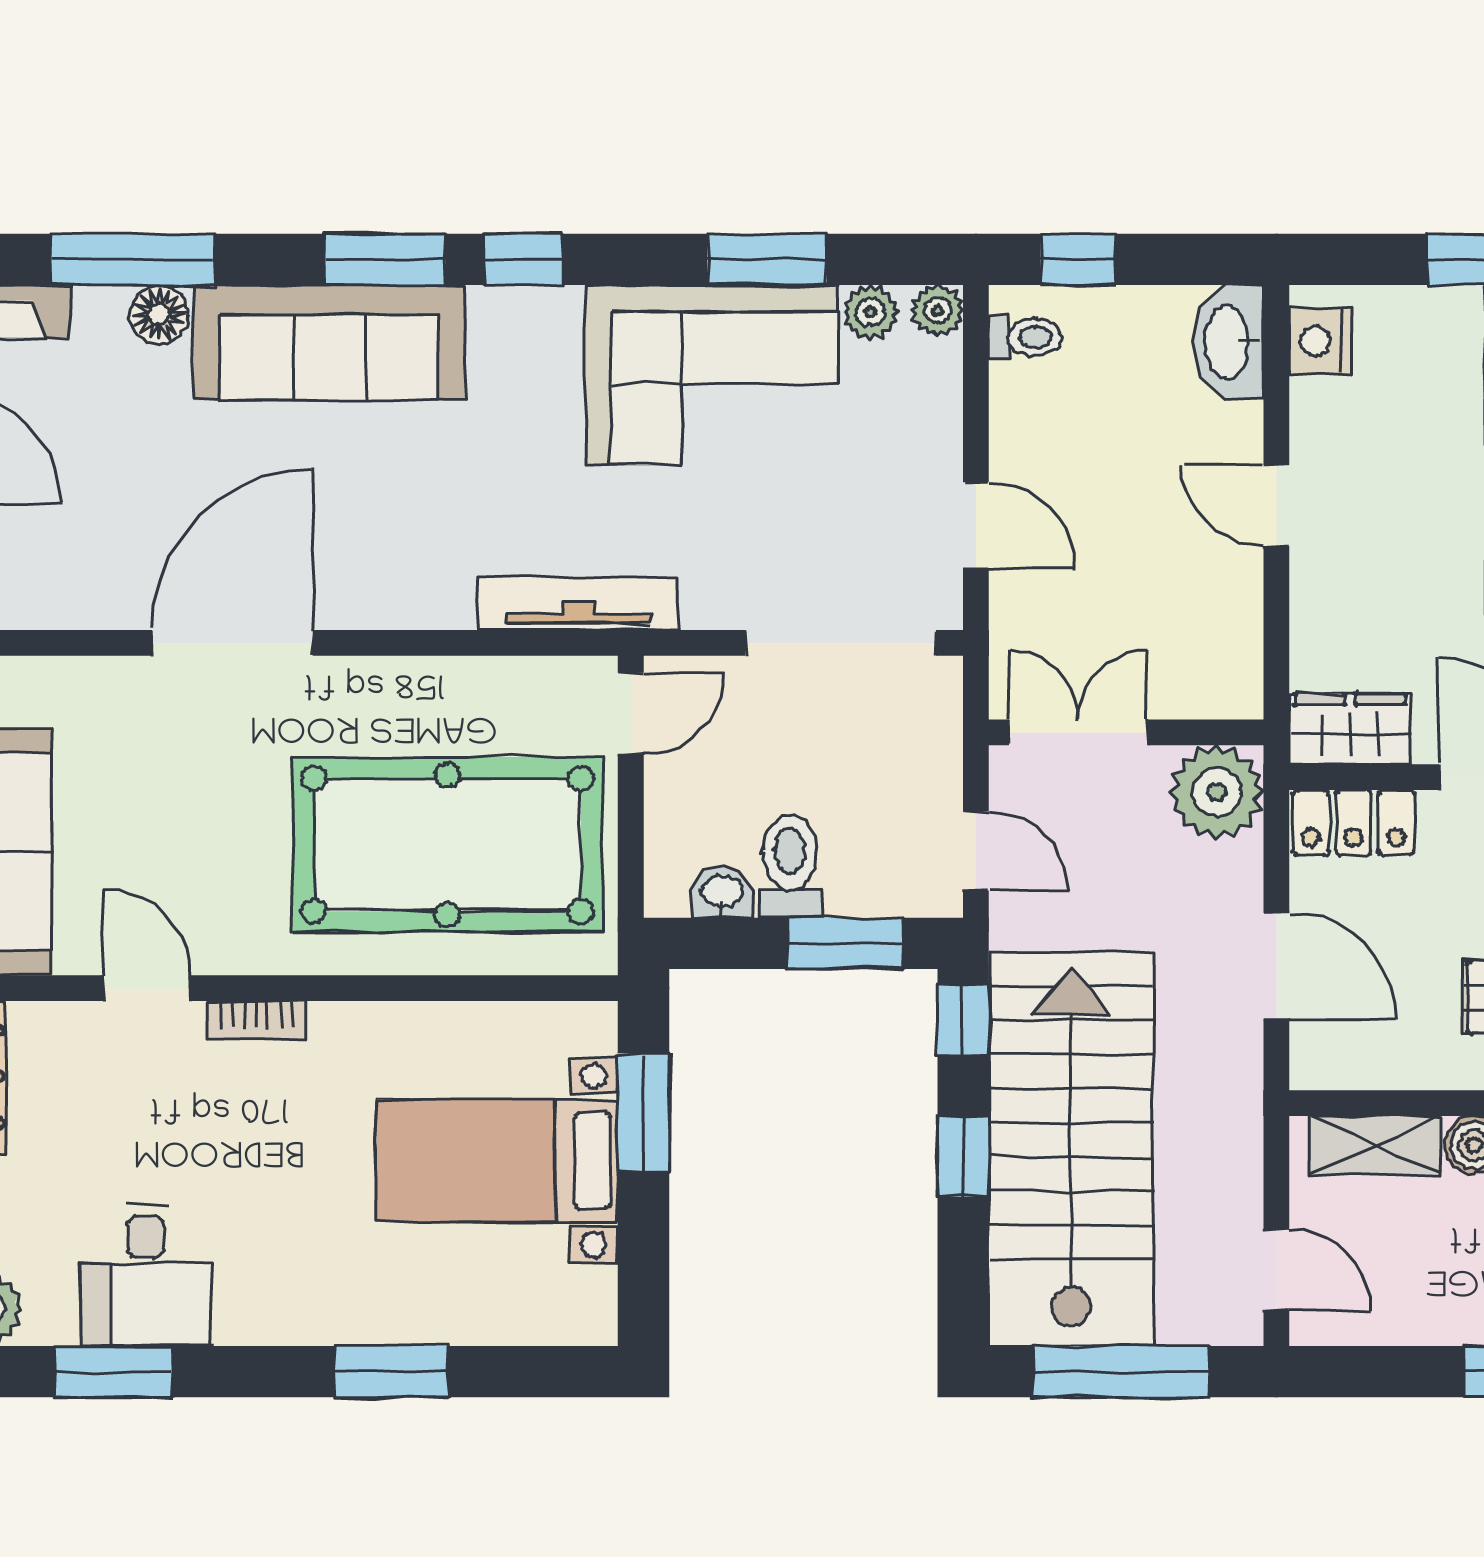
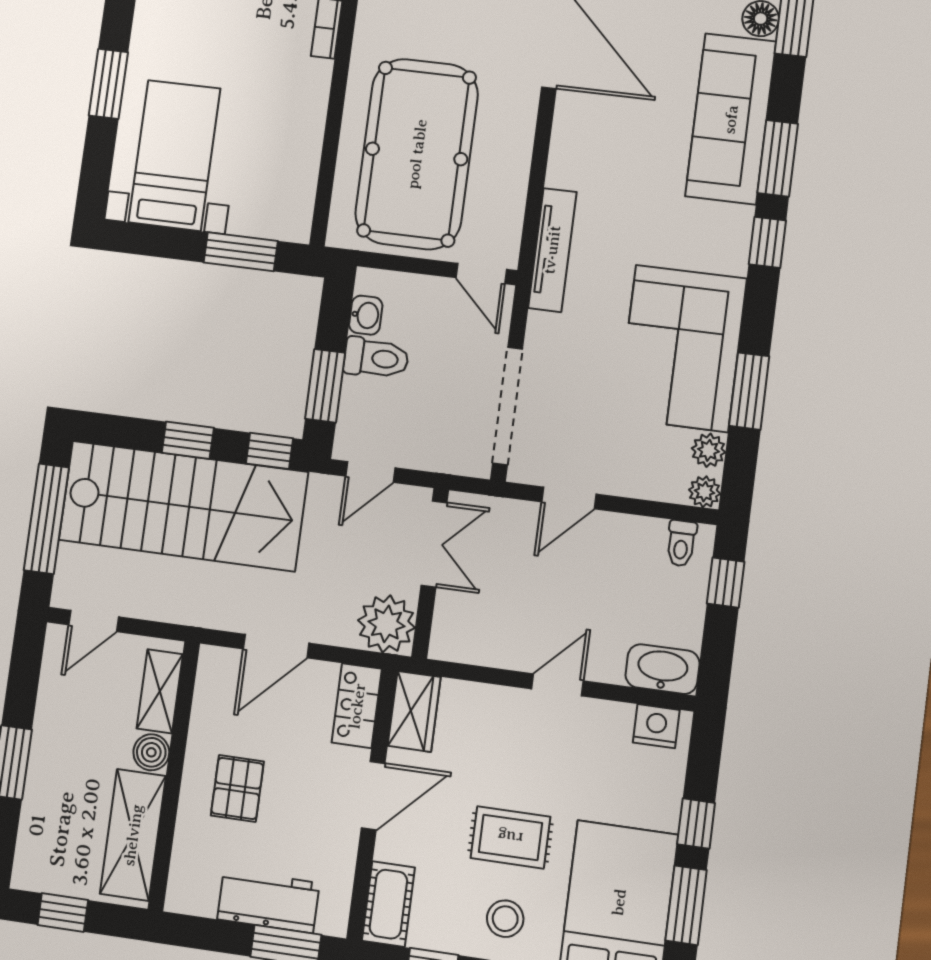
bed with nightstands: (497, 1161) -> (174, 155), moved

